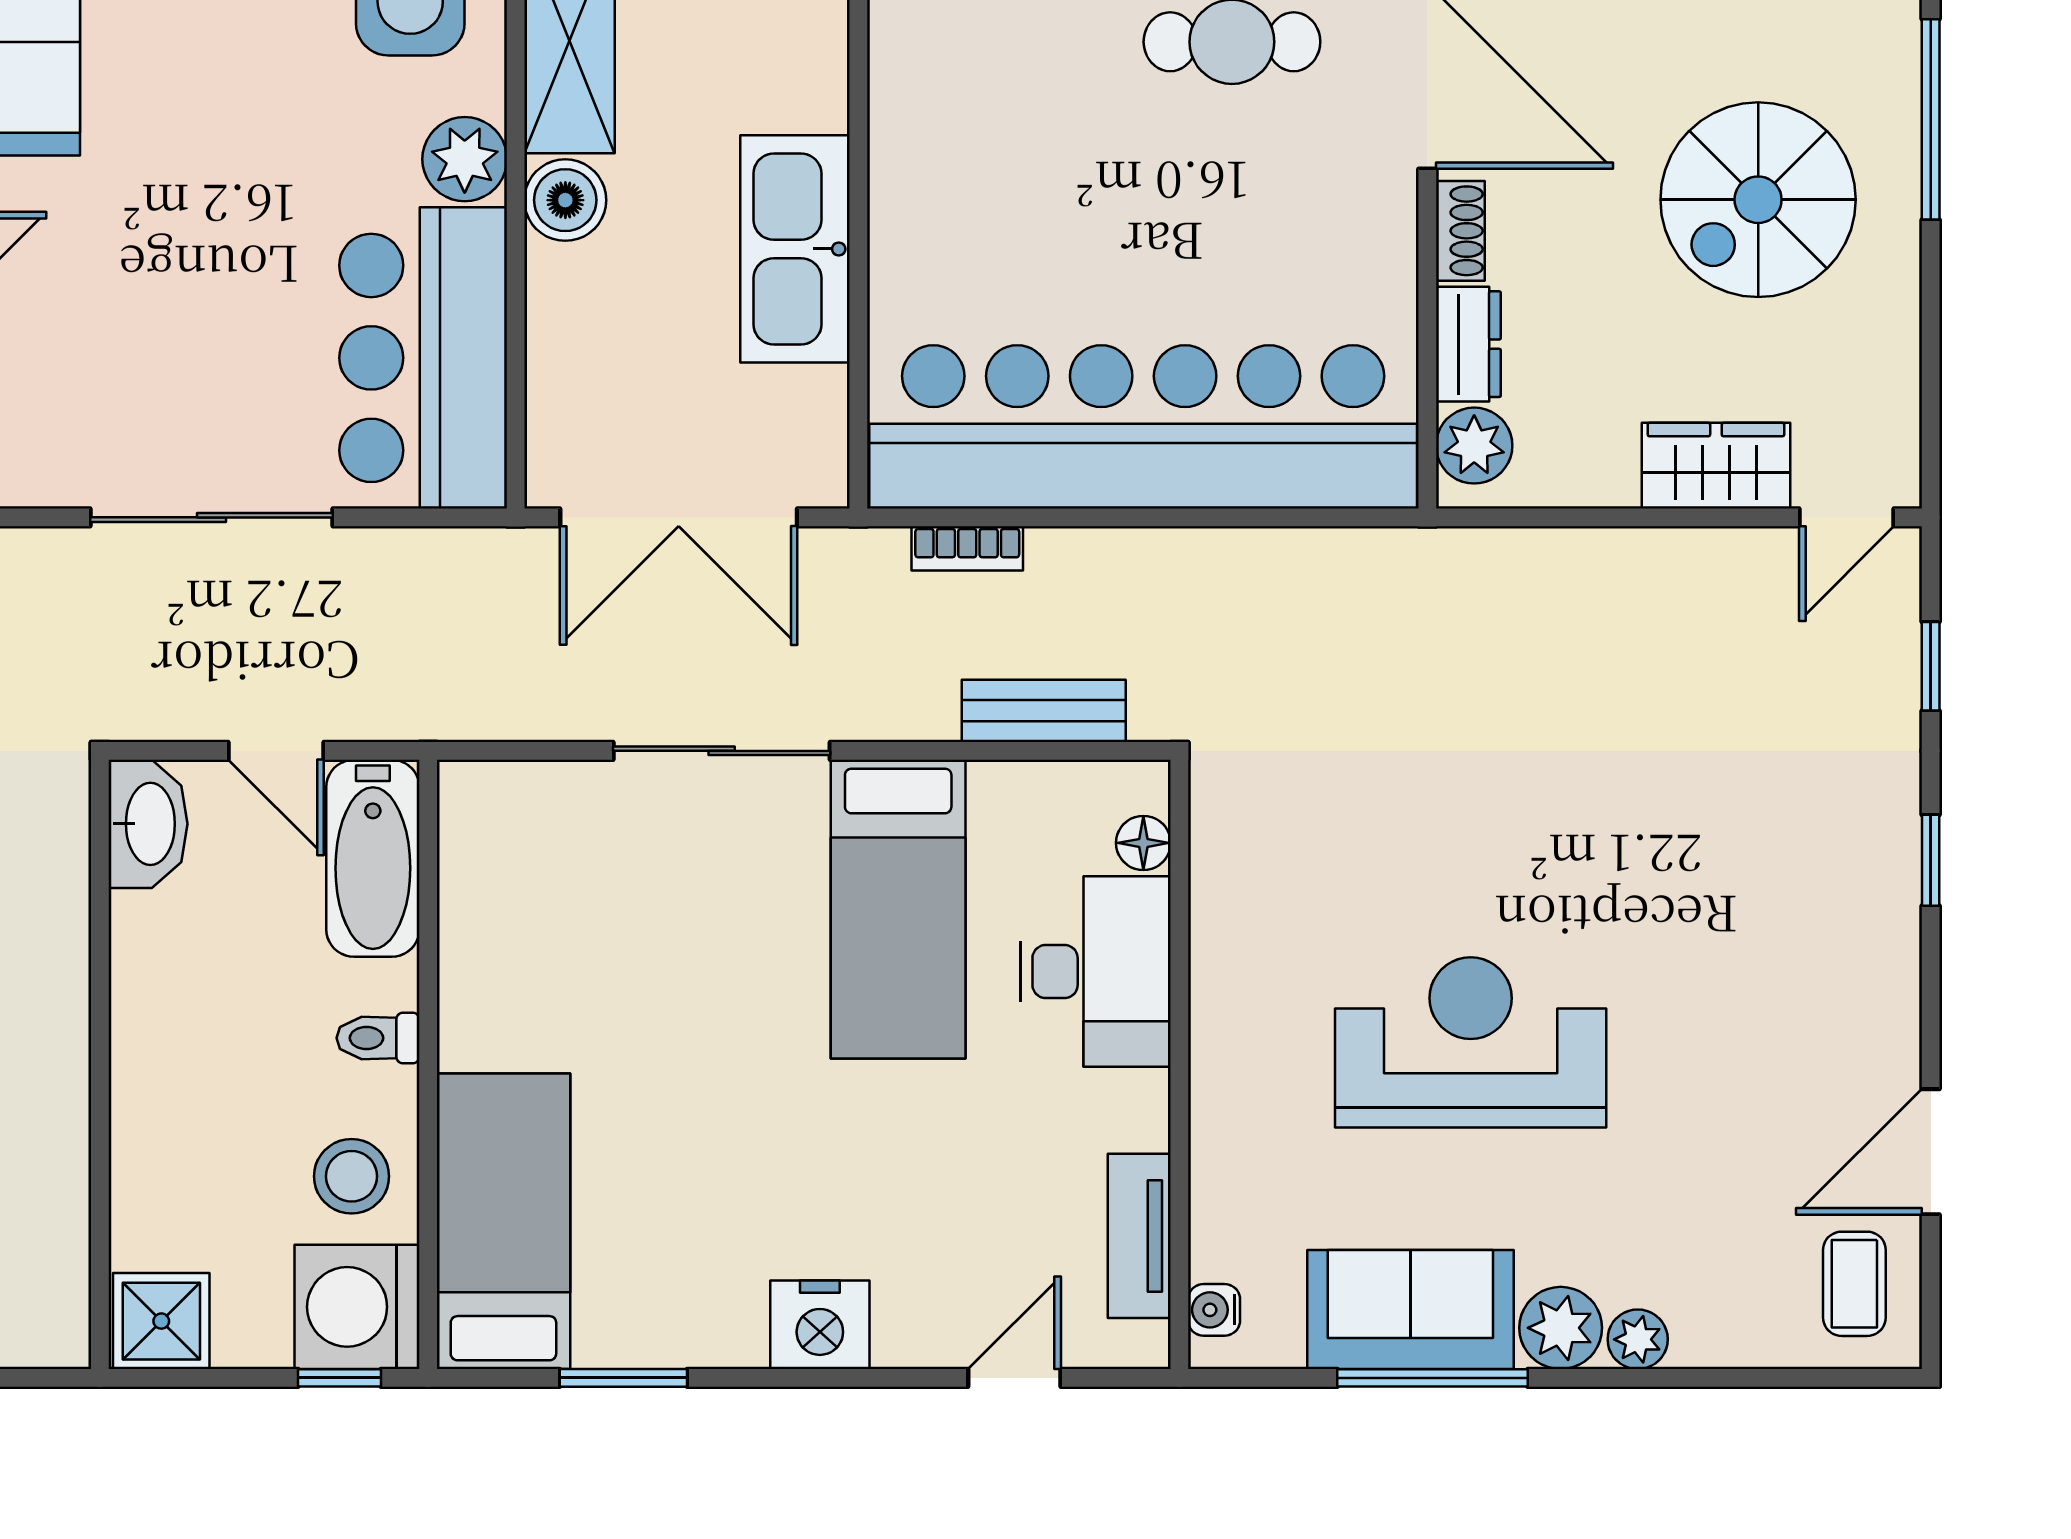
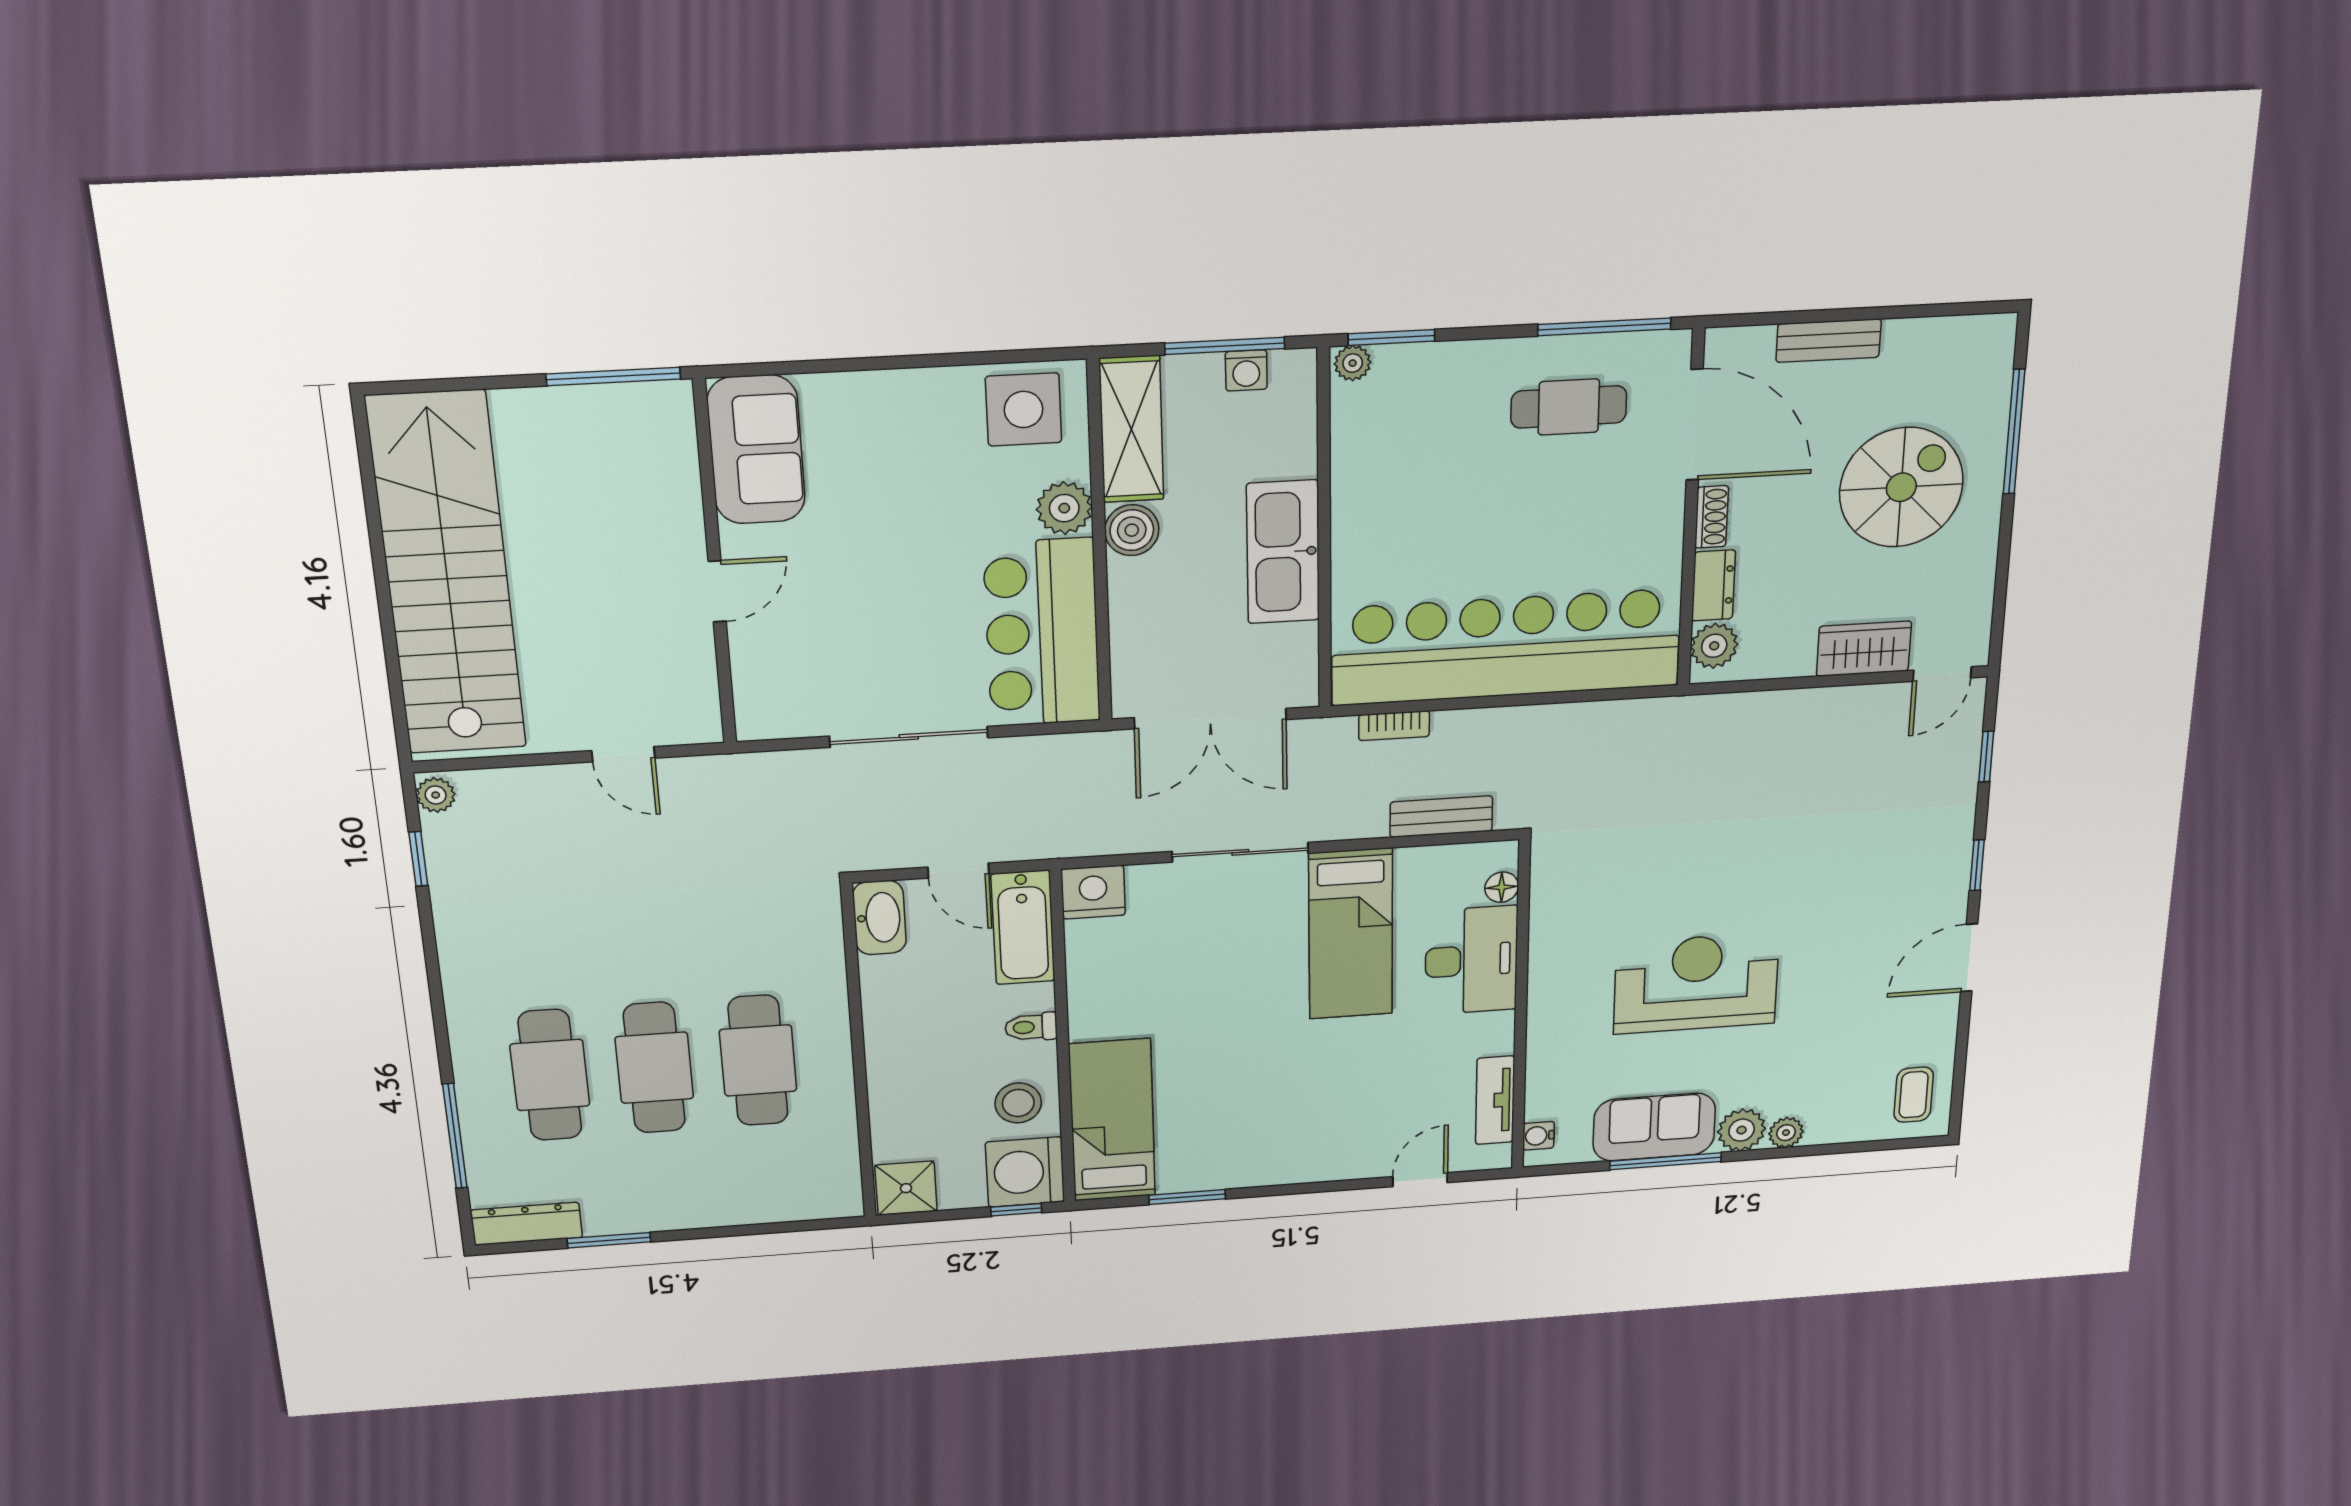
spiral stairs: (1758, 200) -> (1901, 487), turned 180
door: (1931, 1152) -> (1969, 958), moved
nightstand: (820, 1325) -> (1093, 892), moved, turned 180

